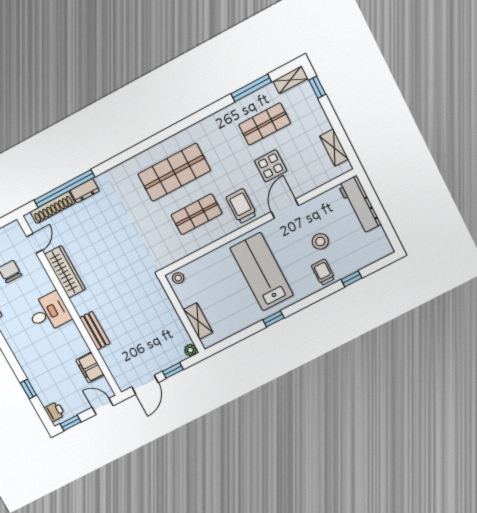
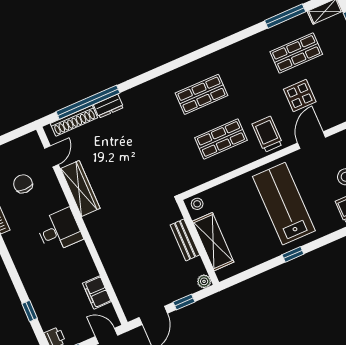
shop shelf: (174, 172) -> (201, 94), width x0.70, depth x0.74
shelving: (198, 321) -> (213, 242), width x1.50, depth x1.33
bench: (95, 331) -> (185, 240), moved

